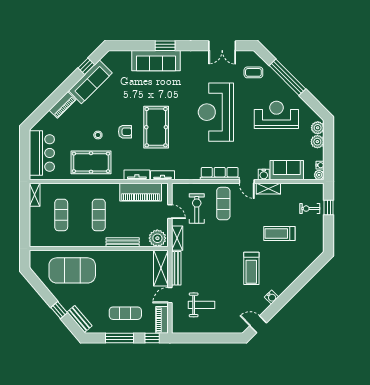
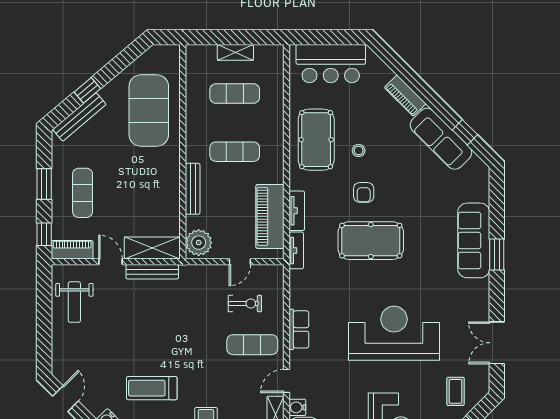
row of seats: (220, 174) -> (299, 329), width x0.68
shelving: (35, 195) -> (235, 52), moved
exercise bike: (197, 208) -> (245, 303), width x0.73, depth x0.72
shelving: (177, 238) -> (199, 273), removed
weight bench: (201, 305) -> (74, 302), moved
bench: (79, 319) -> (79, 117), width x1.36
window: (120, 338) -> (44, 184), width x0.69

